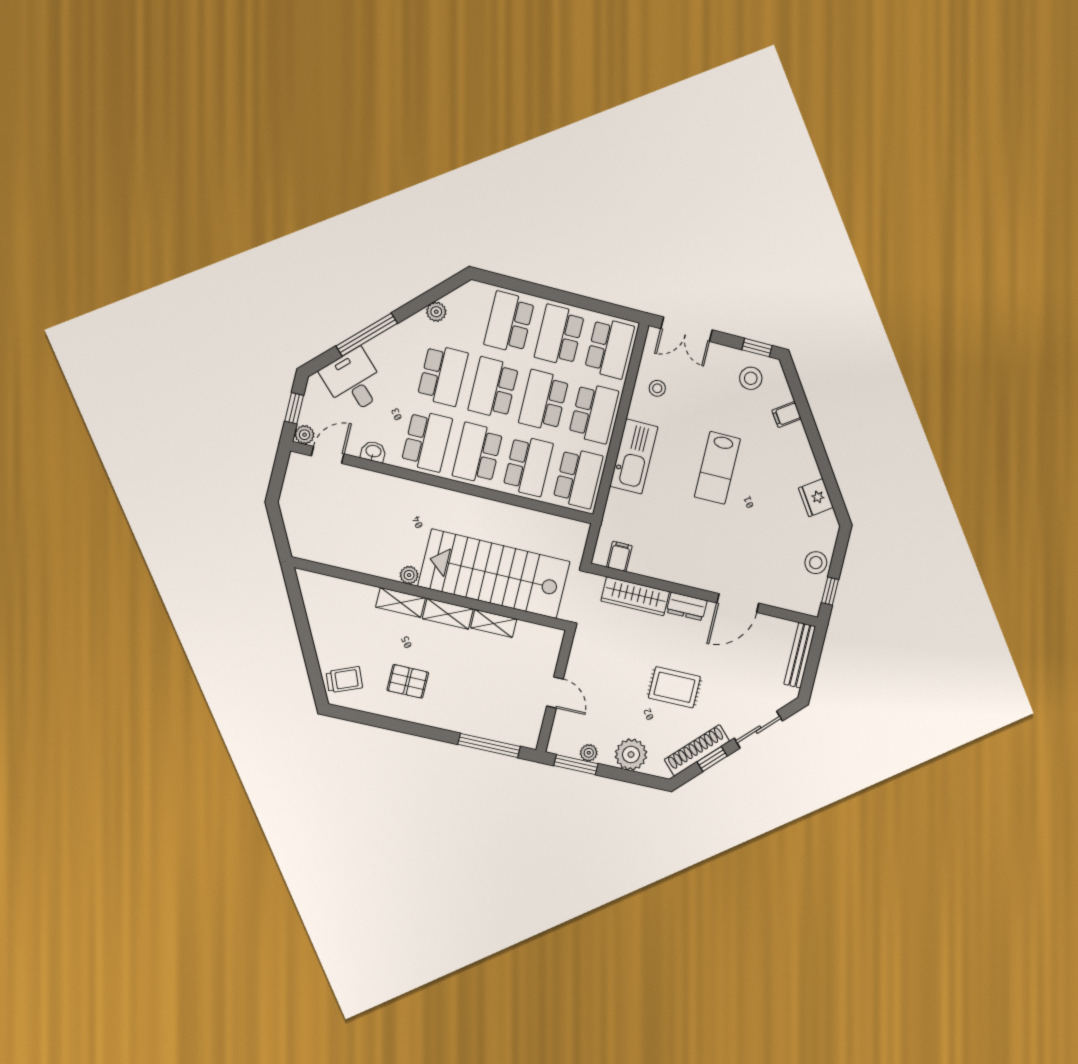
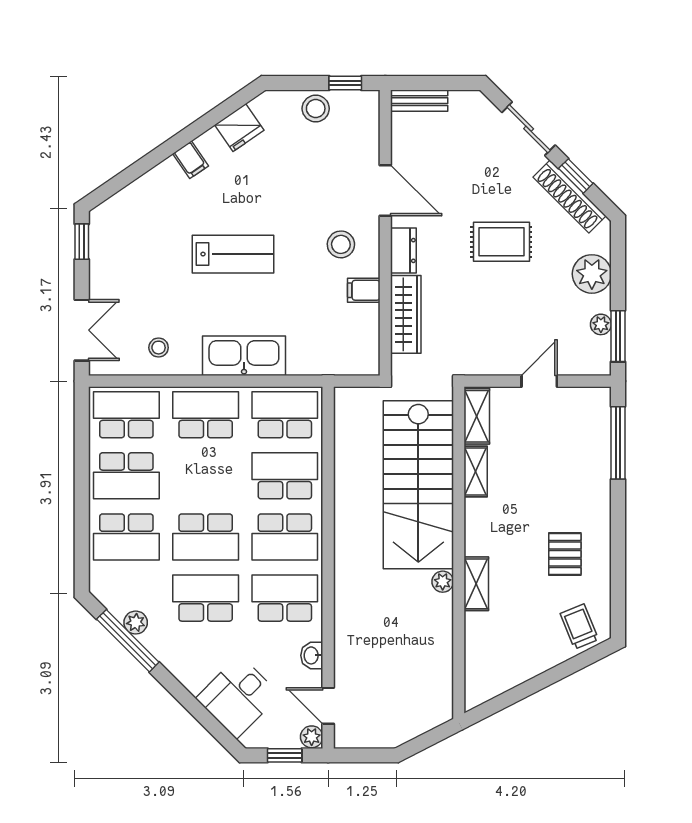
window: (367, 335) -> (128, 641), moved
stool: (751, 378) -> (341, 244), moved
school desk: (544, 401) -> (206, 476), removed
filing cabinet: (787, 414) -> (190, 160), moved
filing cabinet: (619, 556) -> (364, 290), moved
shelving: (448, 614) -> (477, 416), moved
bench: (800, 655) -> (419, 101), width x0.73
rug: (674, 687) -> (501, 242), turned 90

